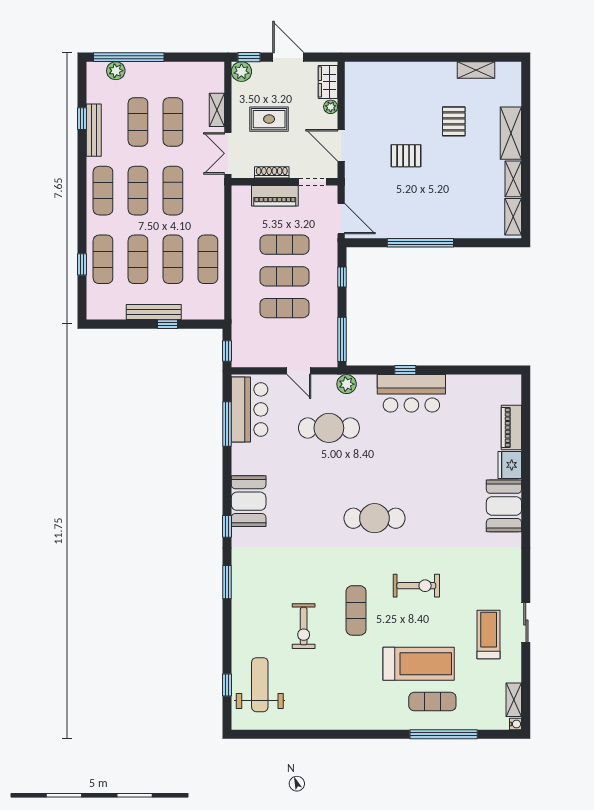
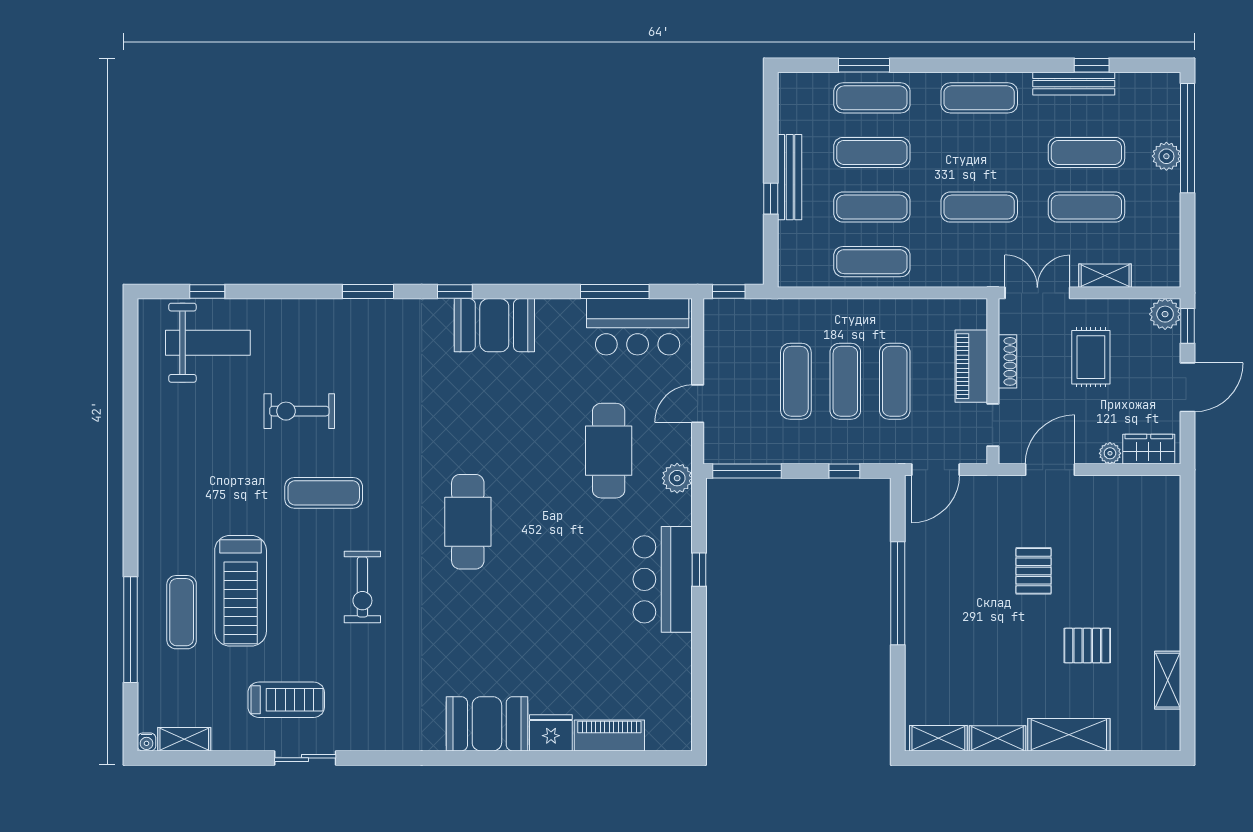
plant: (116, 71) -> (1166, 156), moved
exercise mat: (138, 191) -> (979, 152), removed
window: (82, 264) -> (864, 65), width x1.50

